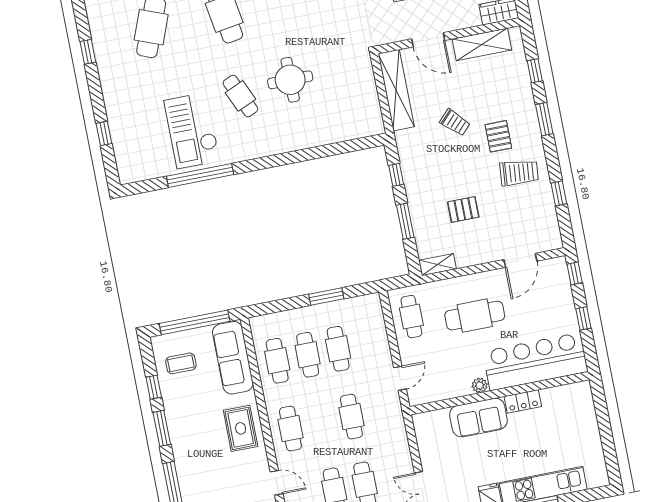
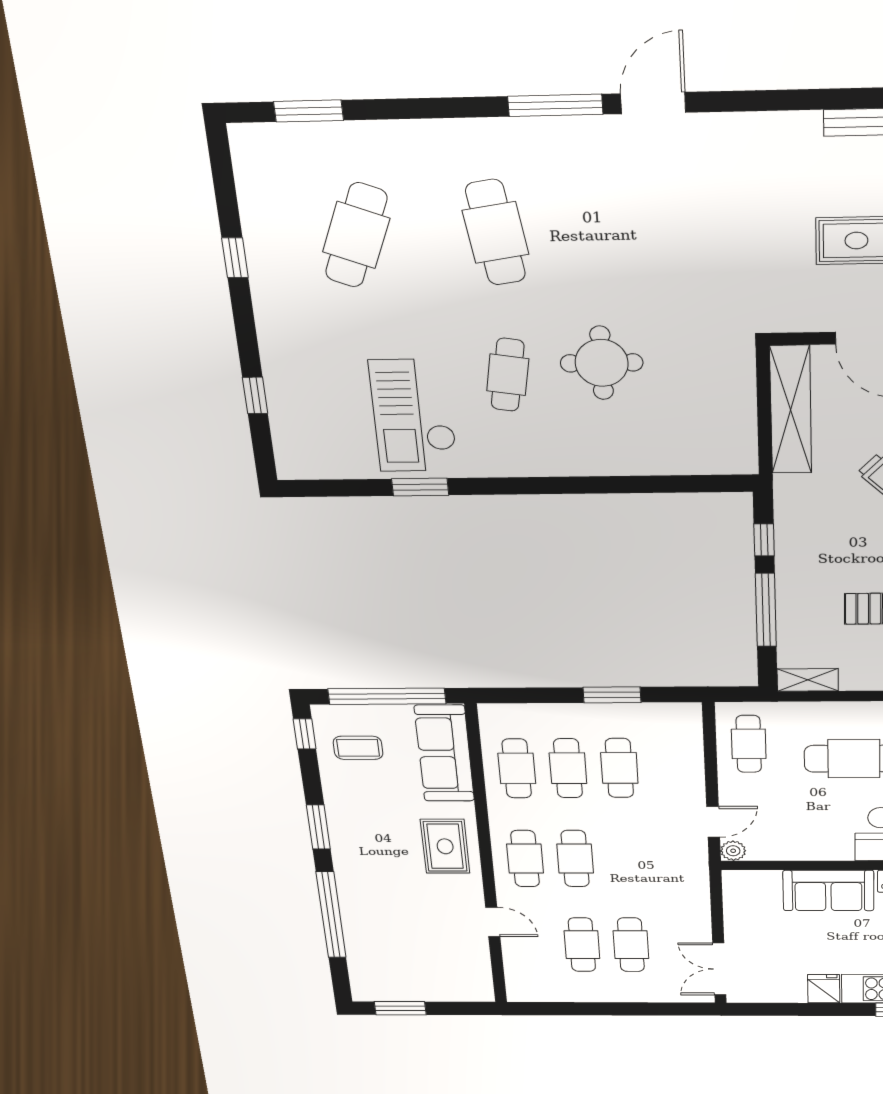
cafe table: (240, 96) -> (508, 375), turned 33
window: (200, 175) -> (420, 487), width x0.47
window: (405, 221) -> (766, 610), width x1.44
plant: (480, 385) -> (733, 851), moved
window: (154, 387) -> (305, 734), moved
cafe table: (351, 417) -> (575, 859), moved

